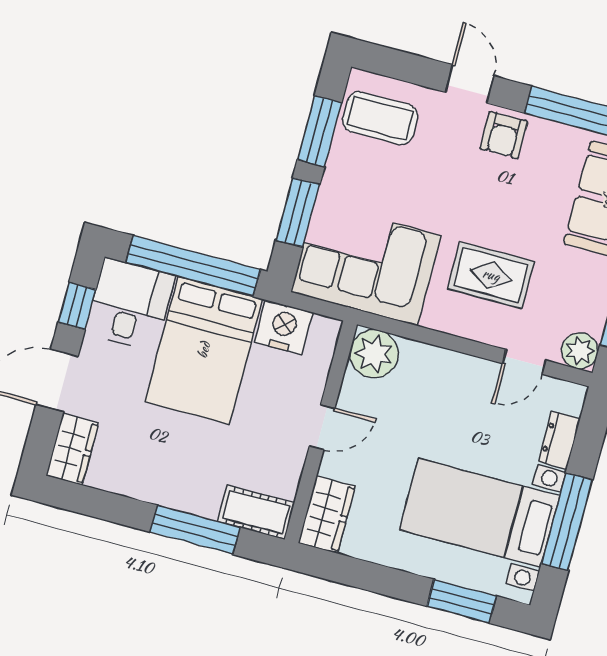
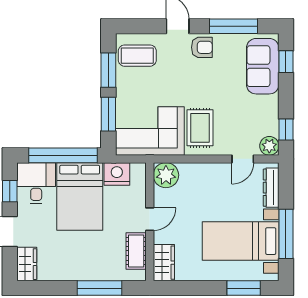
armchair: (504, 135) -> (202, 47), turned -90
rug: (491, 275) -> (200, 128), moved, turned 90
dresser: (559, 440) -> (271, 188), width x1.44
cot: (256, 512) -> (136, 251), moved, turned 90

